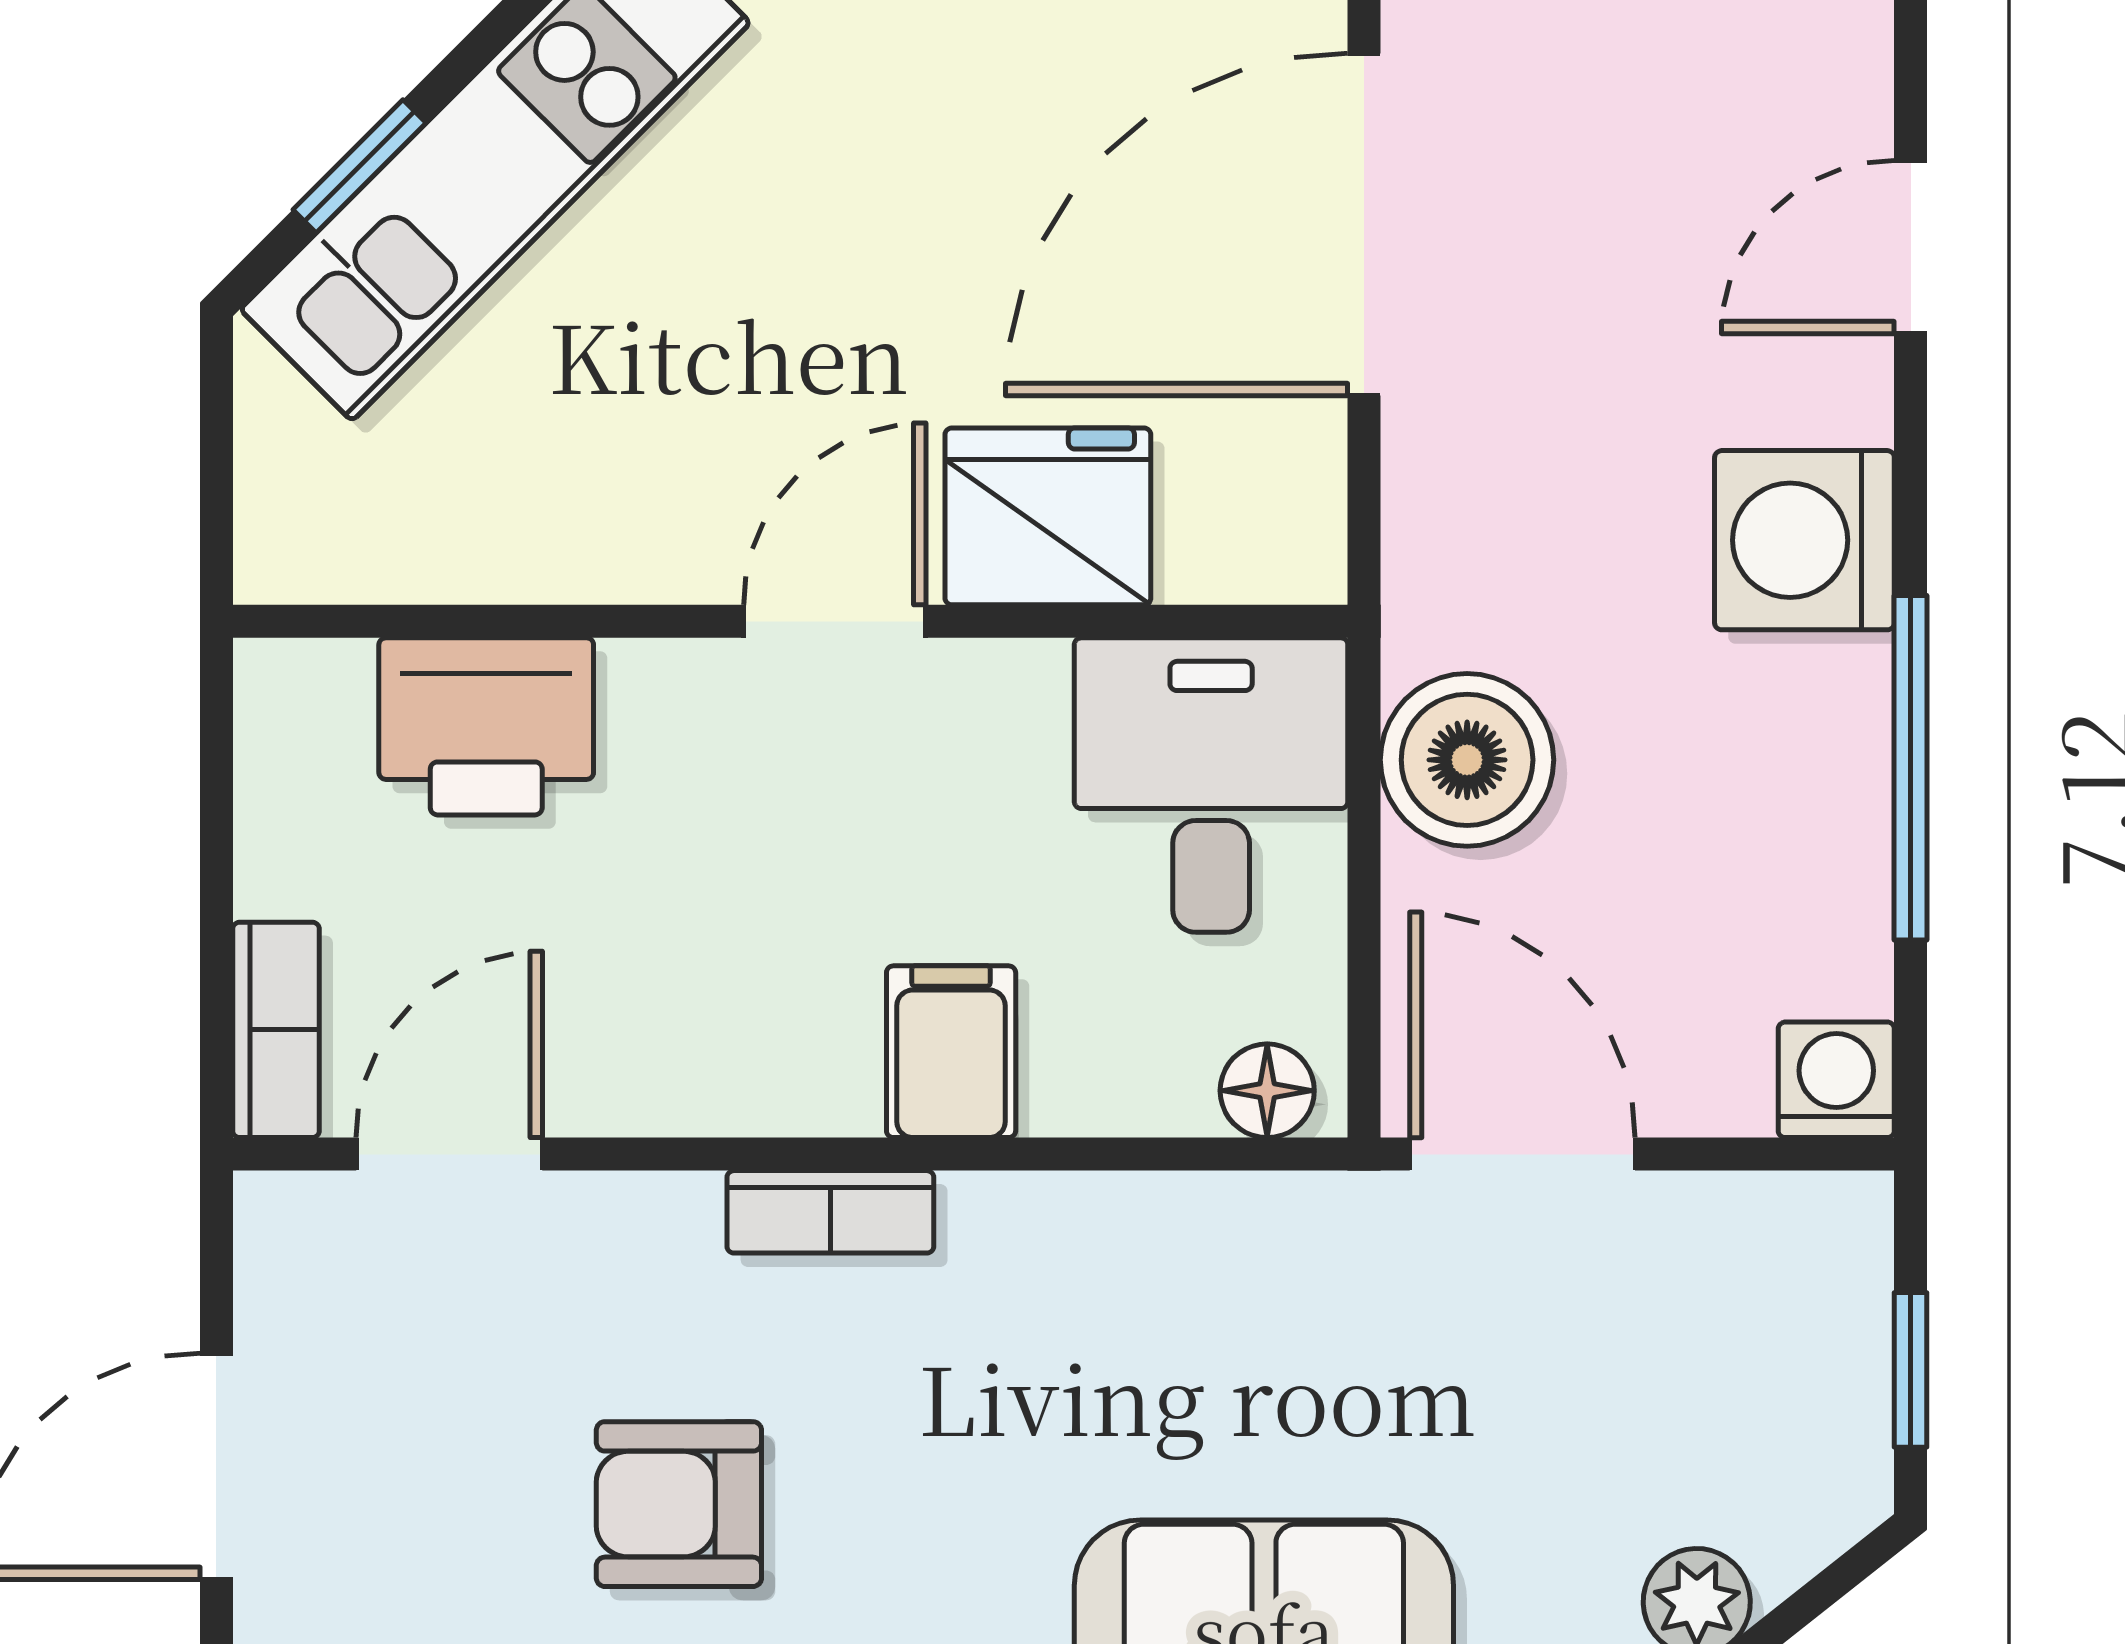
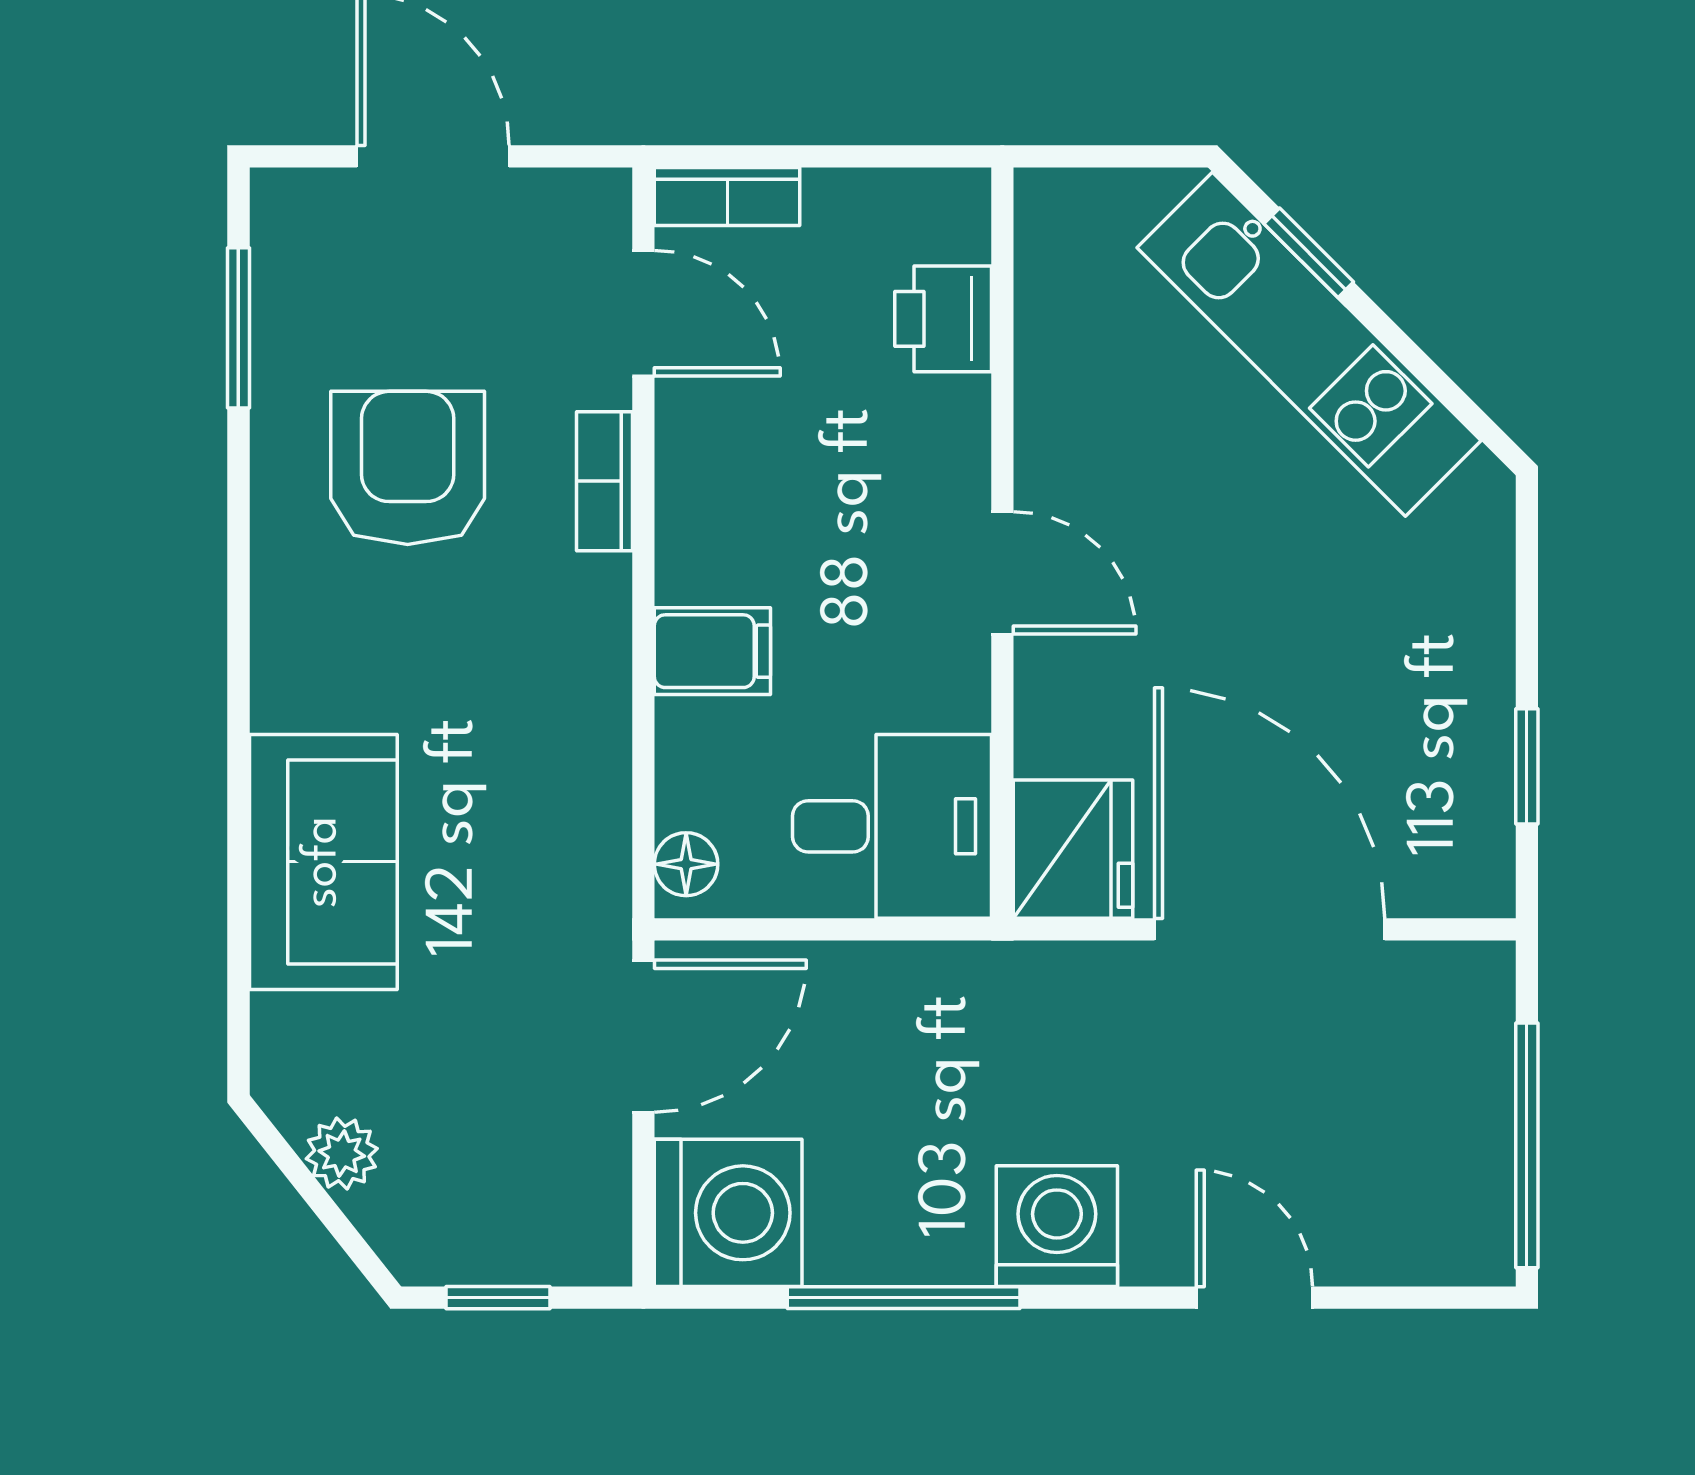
fridge: (1048, 516) -> (1073, 849), moved
printer: (486, 726) -> (943, 319), width x0.73, depth x0.81
boiler: (1467, 760) -> (909, 999), removed
washing machine: (1836, 1080) -> (728, 1213), width x1.89, depth x1.89
bookcase: (830, 1212) -> (605, 481), moved
armchair: (679, 1504) -> (408, 468), width x1.38, depth x1.38

